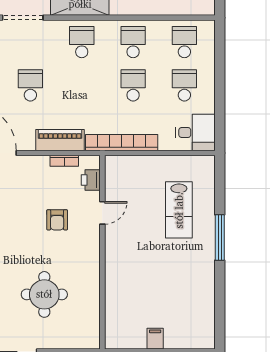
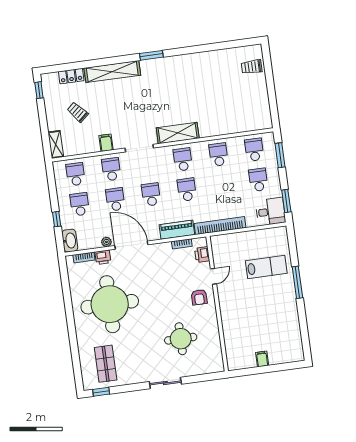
window: (220, 55) -> (280, 155), added
school desk: (133, 85) -> (187, 190), moved
window: (220, 121) -> (286, 201), added
lab bench: (179, 210) -> (266, 267), turned -90
armchair: (57, 220) -> (199, 297), moved

